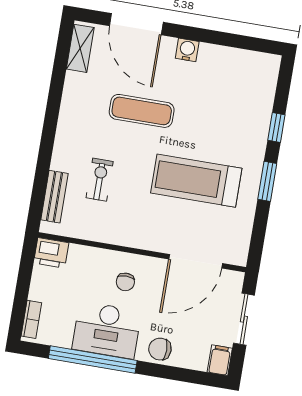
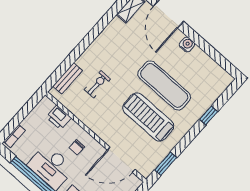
exercise mat: (142, 111) -> (164, 85), moved, width x1.36, depth x1.45
window: (267, 181) -> (166, 164), moved
printer: (51, 253) -> (59, 118), moved

